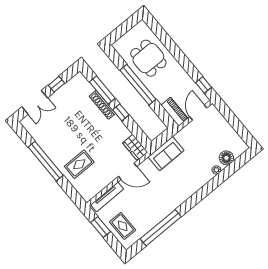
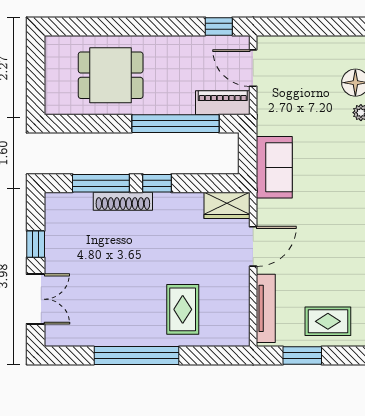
window: (138, 85) -> (175, 124), moved

